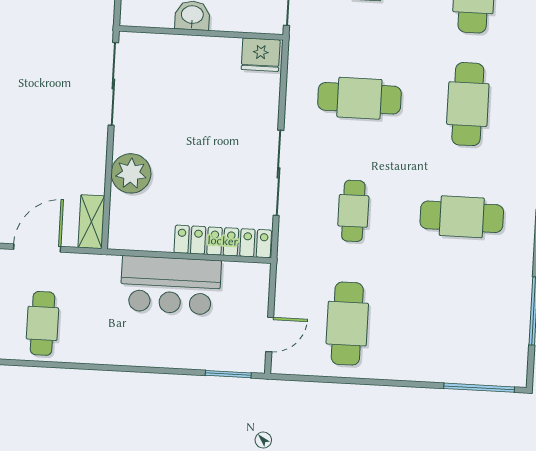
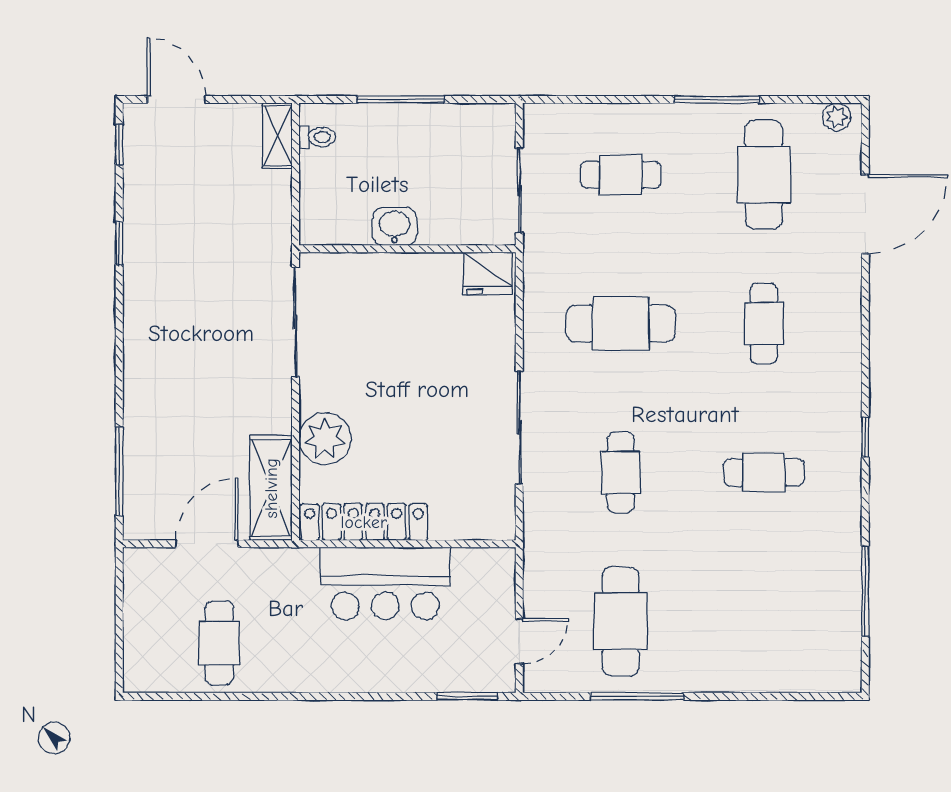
cafe table: (468, 104) -> (764, 324), width x0.73, depth x0.74
cafe table: (462, 217) -> (764, 472), width x0.73, depth x0.74
shelving: (91, 222) -> (271, 488), width x1.50, depth x1.33
locker: (223, 241) -> (364, 522), moved
window: (479, 388) -> (637, 696), moved

